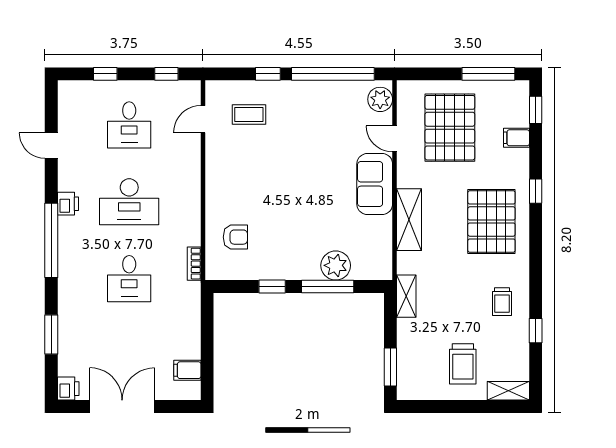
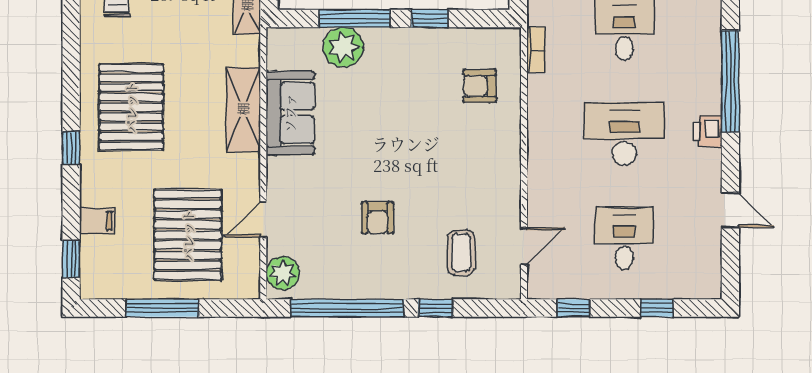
window: (488, 74) -> (162, 308), moved
coffee table: (249, 115) -> (461, 253), turned 90
door: (395, 139) -> (263, 219), swing flipped
armchair: (311, 140) -> (377, 218), added
sofa: (375, 184) -> (290, 113), moved

